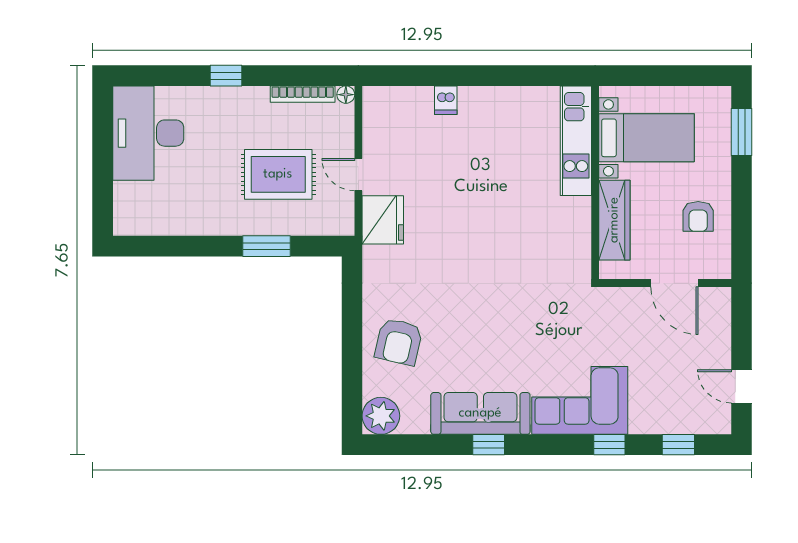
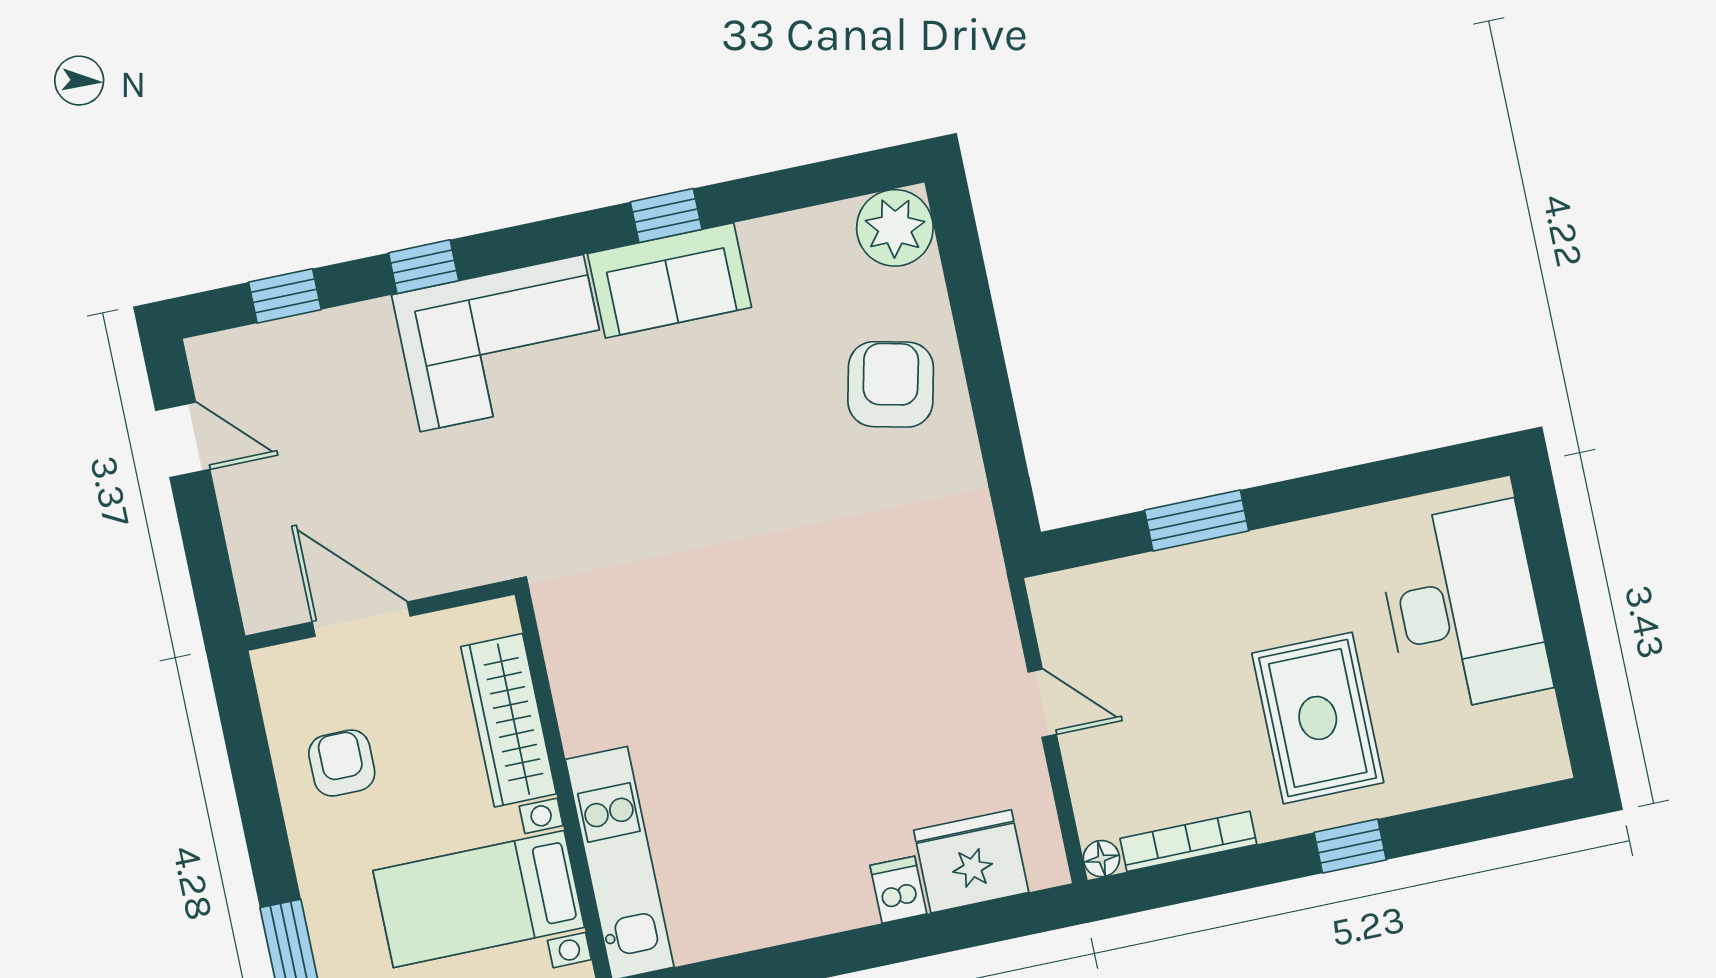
desk: (148, 133) -> (1463, 607), moved
rug: (278, 174) -> (1318, 718), moved, turned 90
fridge: (383, 220) -> (971, 861), moved, turned 90
sofa: (480, 413) -> (670, 280), width x0.73

